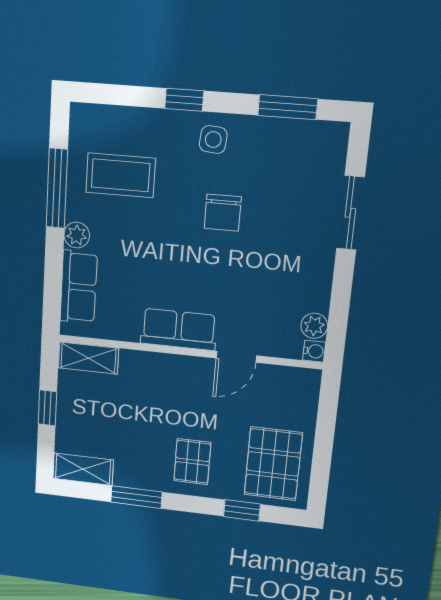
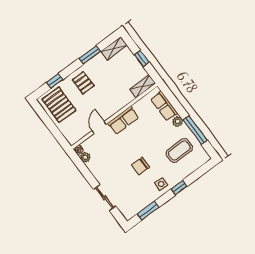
chair: (223, 213) -> (141, 166), turned -90

